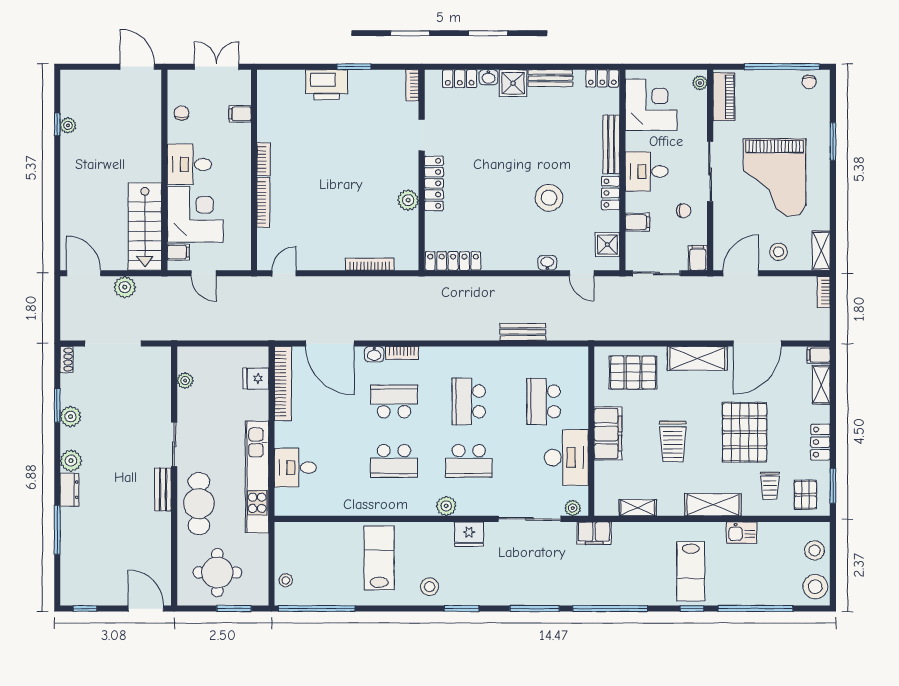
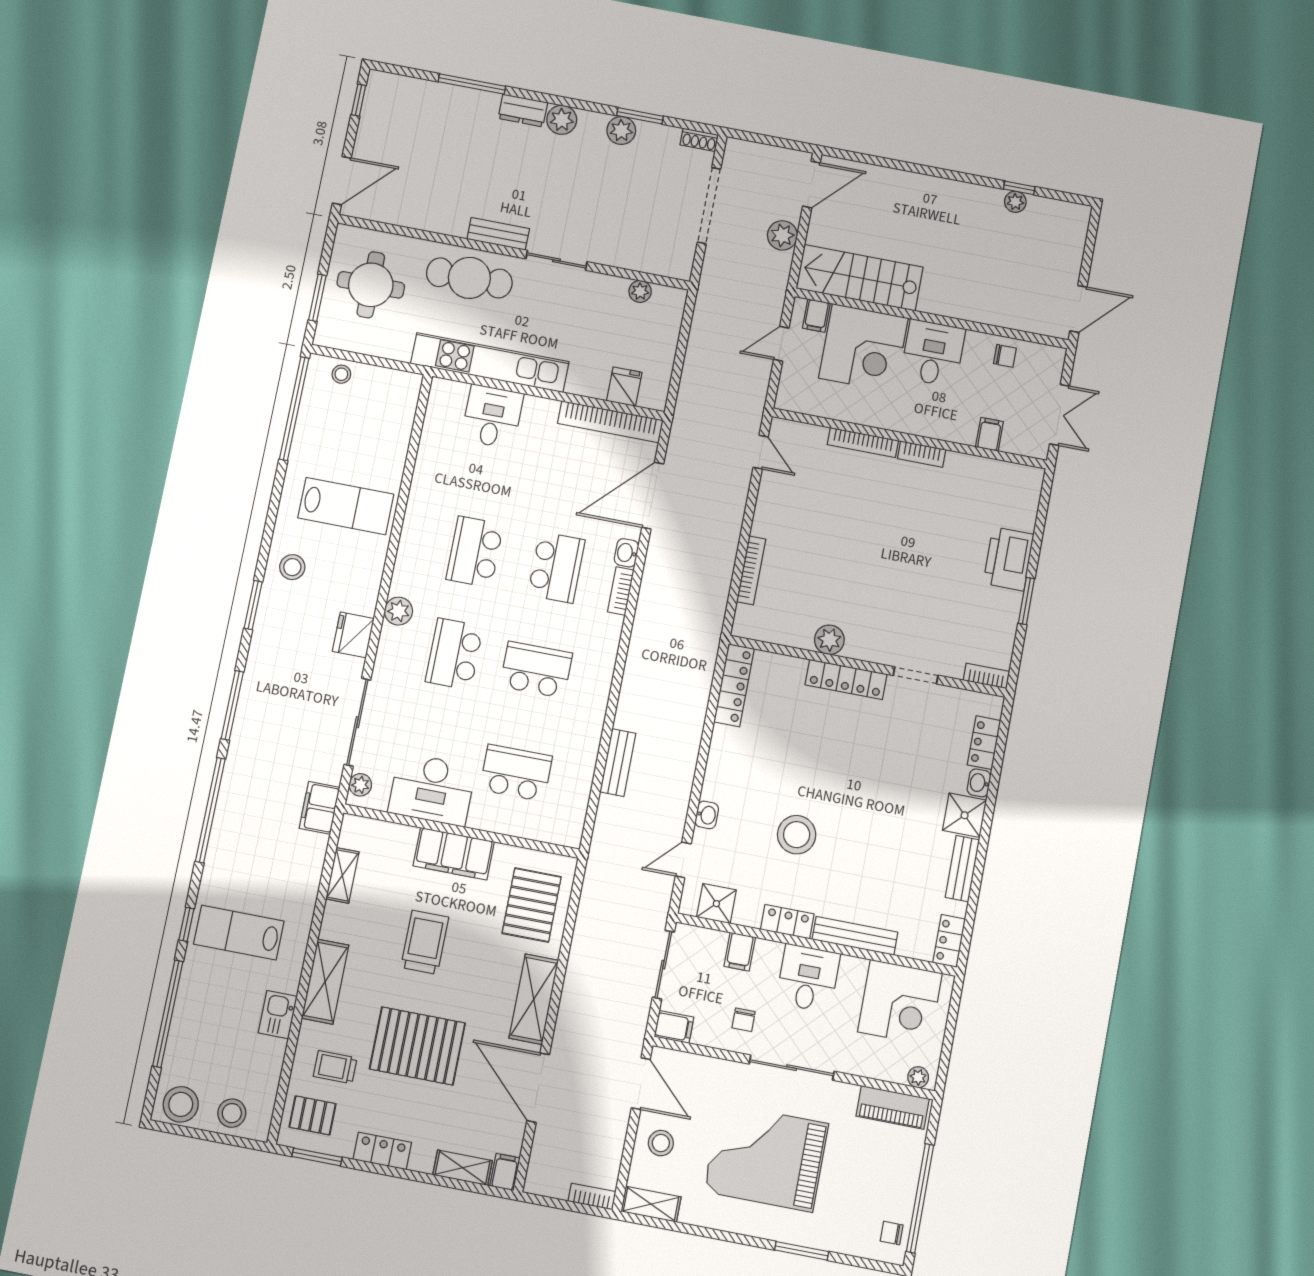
trolley: (673, 441) -> (425, 942), turned 90

